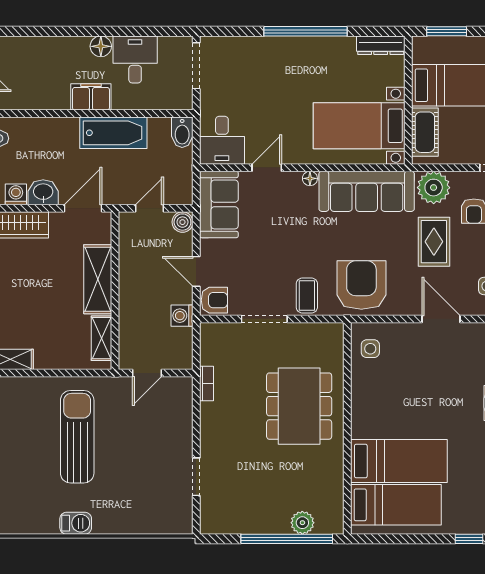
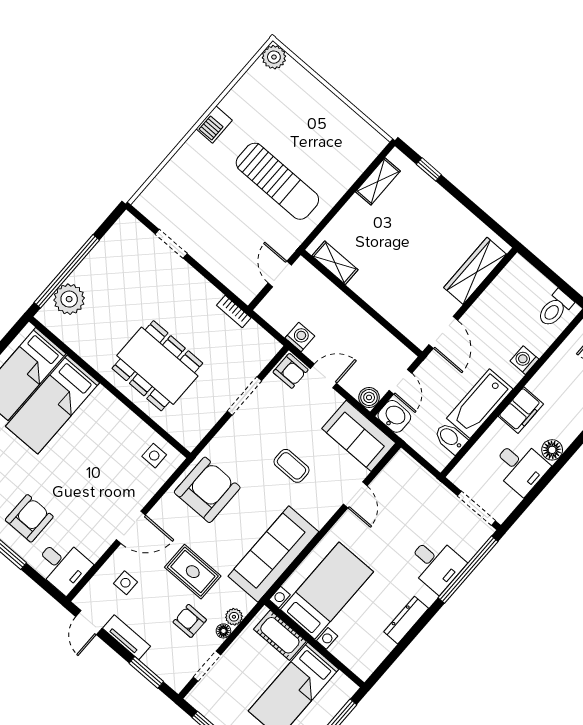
window: (306, 31) -> (468, 570), moved
dresser: (381, 45) -> (406, 620), moved
bidet: (182, 132) -> (451, 438), moved
desk: (222, 140) -> (436, 564), moved, turned 180
floor lamp: (310, 178) -> (223, 631), moved
plant: (434, 188) -> (234, 617), width x0.53, depth x0.53
washbasin: (43, 192) -> (394, 416), moved, turned -90
washing machine: (16, 194) -> (524, 360), moved, turned 180
shelving: (98, 279) -> (381, 298), removed
armchair: (361, 285) -> (207, 490), turned -90
coffee table: (307, 295) -> (291, 466), moved
armchair: (214, 300) -> (291, 371), turned -90
plant: (302, 523) -> (69, 299), width x1.36, depth x1.36

